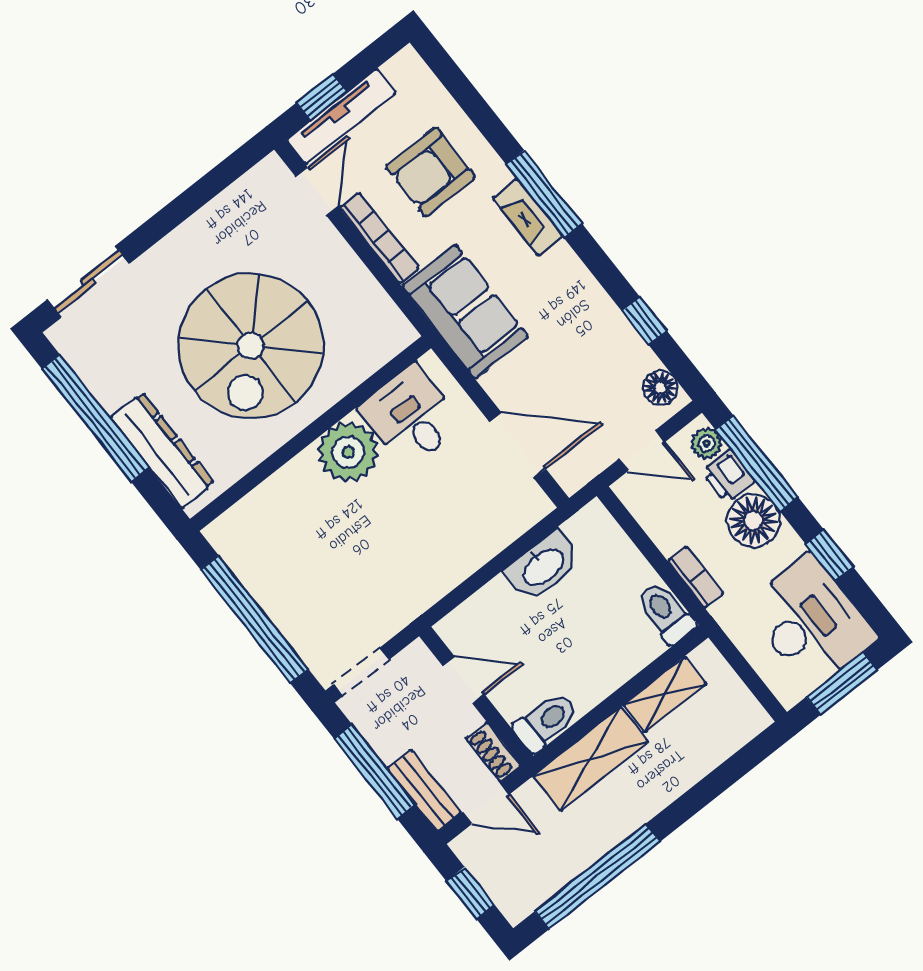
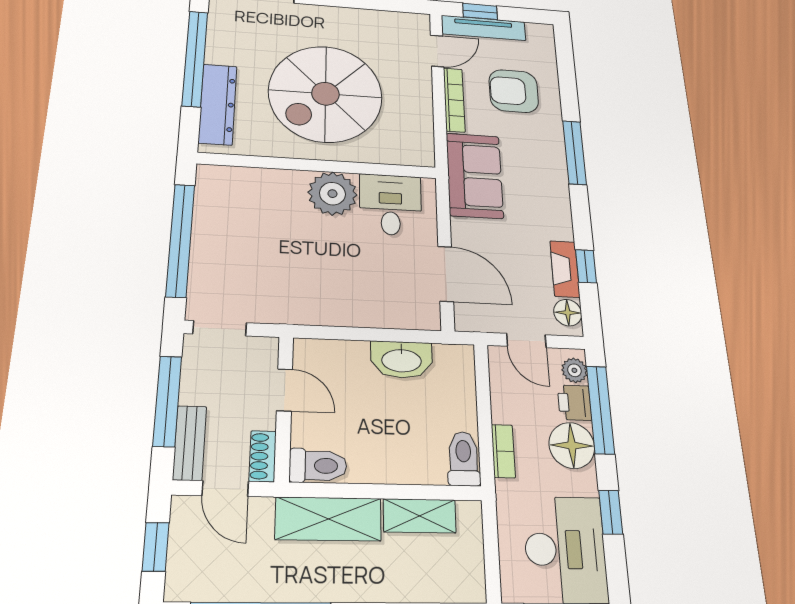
fireplace: (528, 217) -> (565, 269), moved

